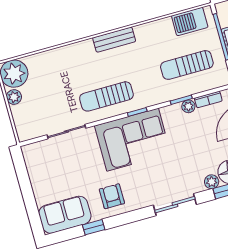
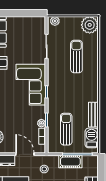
bench: (114, 40) -> (93, 115), moved
sun lounger: (106, 96) -> (76, 56), moved
plant: (14, 97) -> (55, 21), moved

